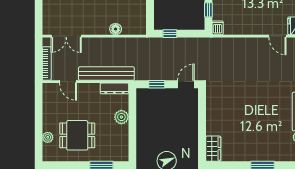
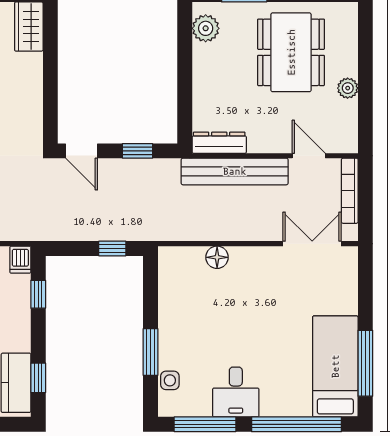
door: (186, 84) -> (82, 151), hinge flipped
plant: (121, 117) -> (206, 28), moved
dining table: (77, 135) -> (291, 52), width x1.38
plant: (48, 137) -> (348, 88), moved

